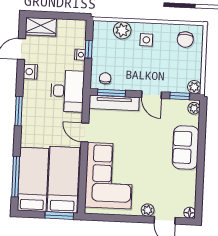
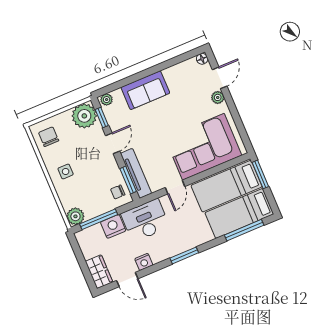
plant: (122, 30) -> (75, 216), moved
chair: (185, 39) -> (49, 137), turned -93
window: (89, 49) -> (99, 219), width x2.17
nightstand: (80, 55) -> (113, 226), width x1.89, depth x1.79
plant: (194, 87) -> (84, 116), width x1.88, depth x1.88

